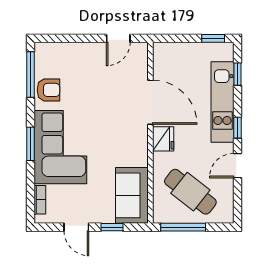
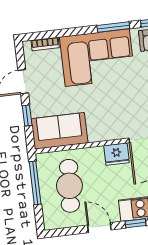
window: (31, 144) -> (113, 27), moved
cafe table: (190, 192) -> (69, 186), turned -34

